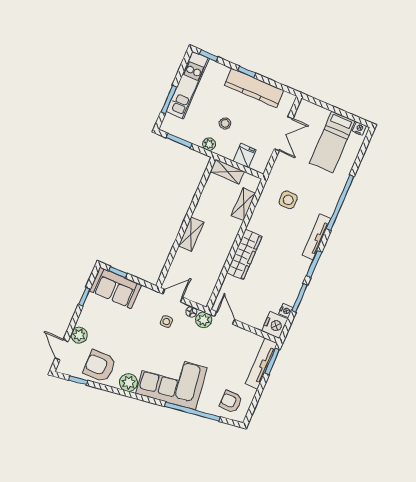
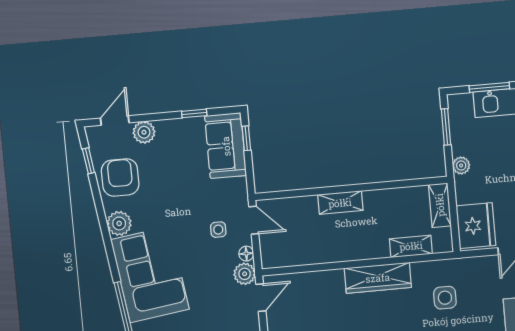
stool: (225, 123) -> (497, 171), removed
fridge: (245, 156) -> (476, 226), width x1.88, depth x1.34
wardrobe: (244, 254) -> (378, 278), moved

